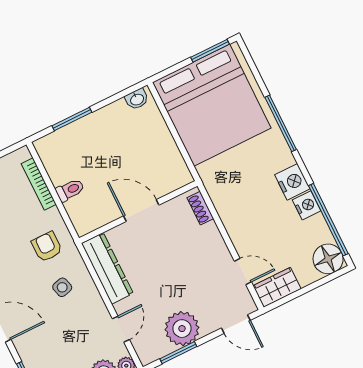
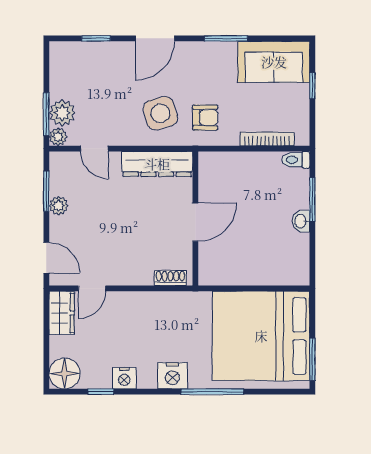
washbasin: (137, 99) -> (301, 221), moved
nightstand: (292, 182) -> (172, 376), moved
toilet: (70, 190) -> (296, 160), moved, turned 90
window: (328, 220) -> (101, 392), width x0.32
side table: (62, 287) -> (160, 113), width x1.87, depth x1.87
door: (236, 324) -> (46, 258), swing flipped
plant: (182, 329) -> (59, 206), width x0.53, depth x0.53

